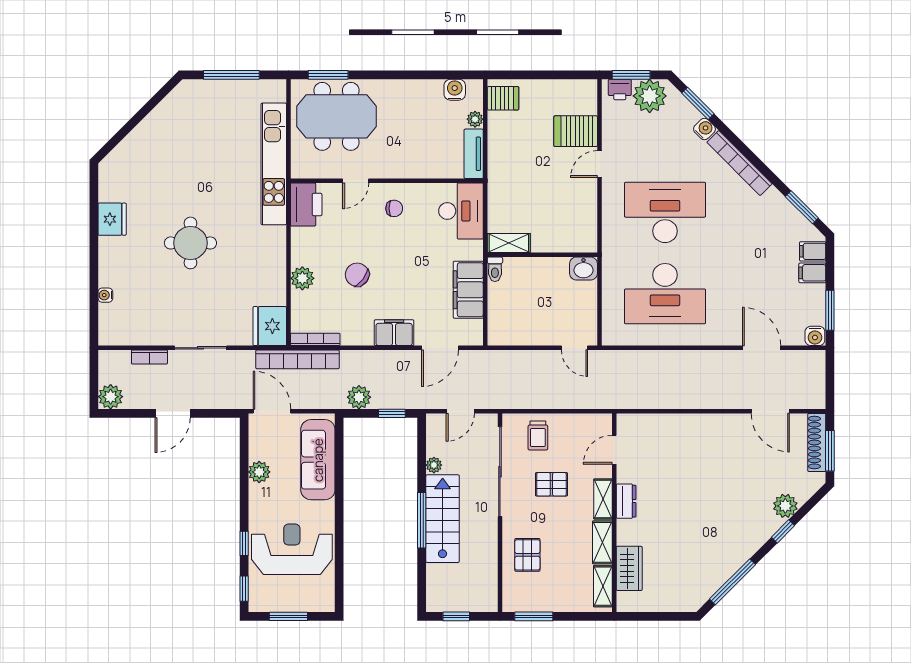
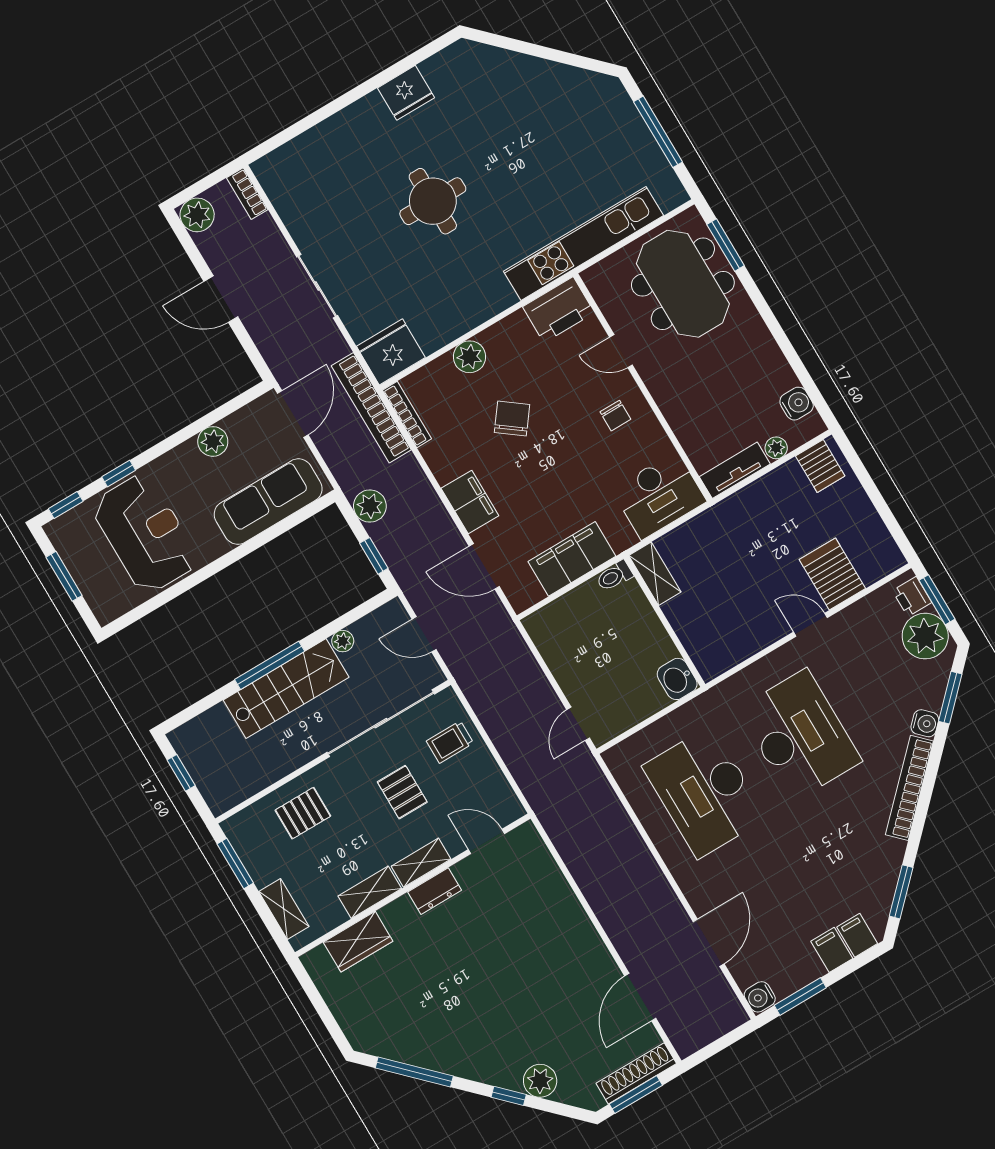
water cooler: (105, 295) -> (312, 138), removed
bookcase: (149, 357) -> (247, 194), moved
shelving: (603, 586) -> (284, 909), moved, turned 90

